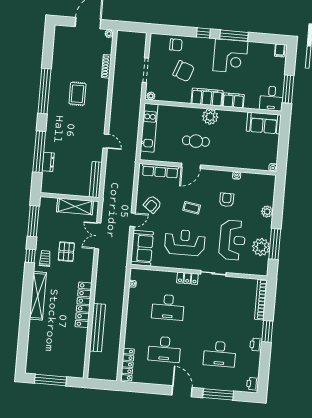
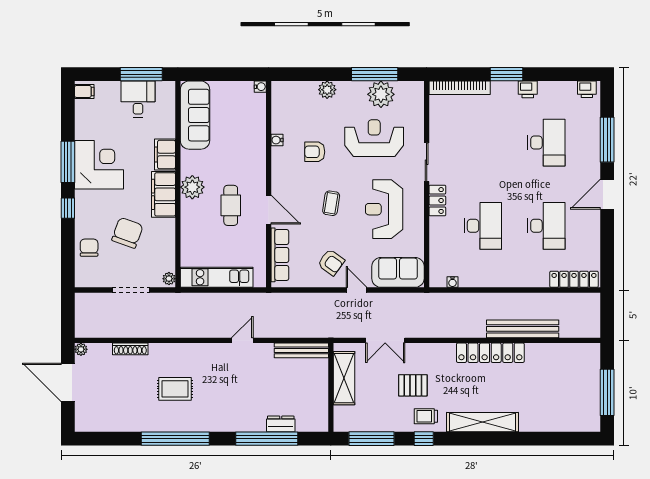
desk: (271, 98) -> (138, 99), moved, turned -90
sofa: (264, 123) -> (195, 115), width x1.36

